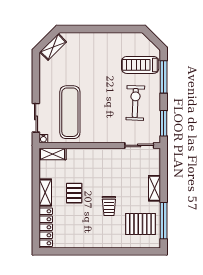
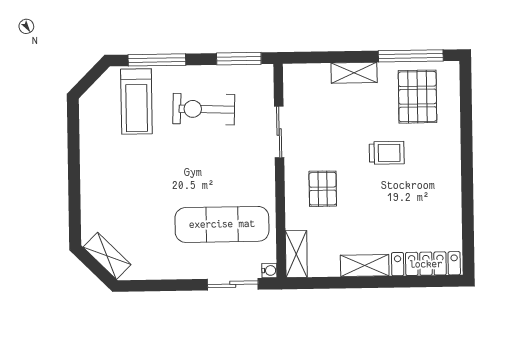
sliding door: (139, 145) -> (279, 132), moved
pallet: (74, 193) -> (323, 189), moved, turned 90

